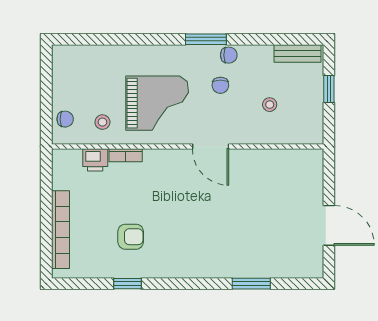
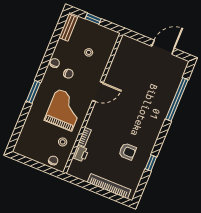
window: (206, 39) -> (33, 92), moved
armchair: (131, 237) -> (127, 152), turned 90
window: (251, 284) -> (177, 99), width x2.11

